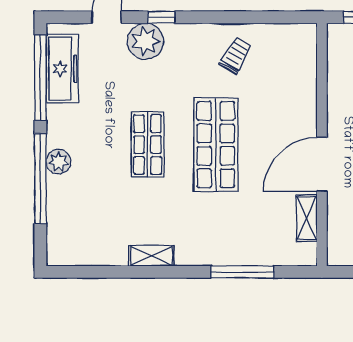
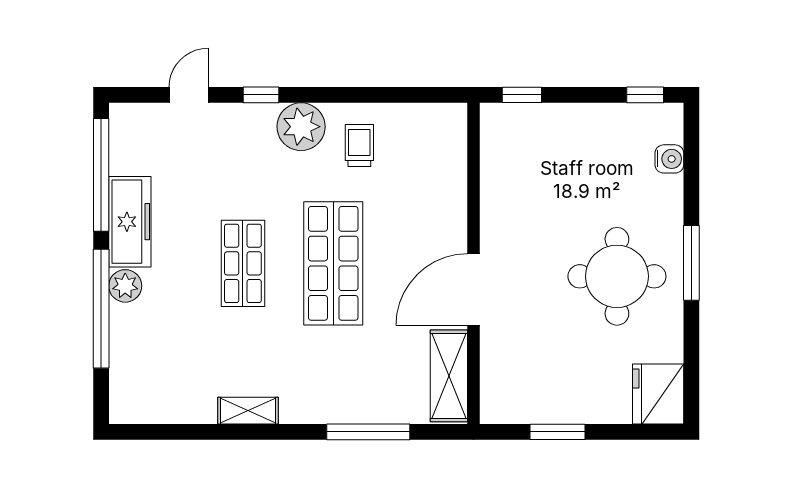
plant: (146, 41) -> (301, 127), moved
trolley: (236, 55) -> (359, 146), turned -30
freezer: (62, 69) -> (130, 222), moved
shelving: (307, 218) -> (449, 376), width x1.50, depth x1.33

